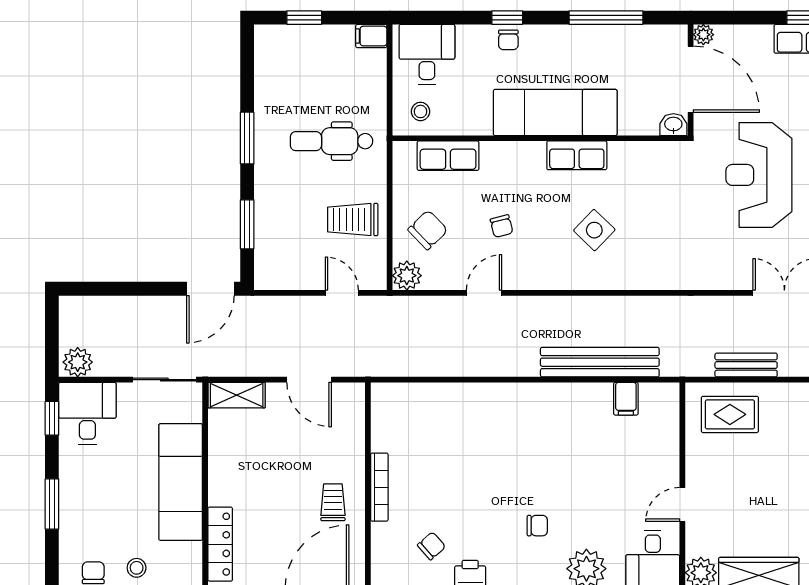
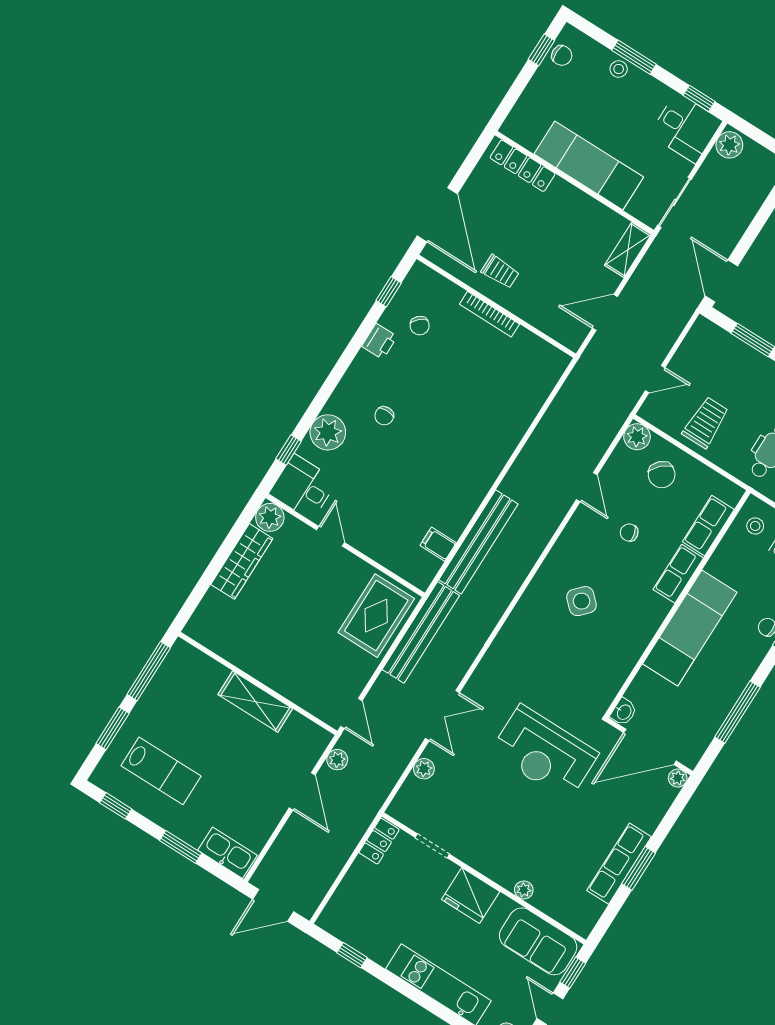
row of seats: (577, 155) -> (678, 574), moved
reception desk: (759, 175) -> (544, 753), turned 180
bench: (746, 365) -> (421, 632), width x1.86, depth x1.21
rug: (730, 414) -> (376, 616), width x1.36, depth x1.43
stool: (137, 568) -> (619, 69), moved

